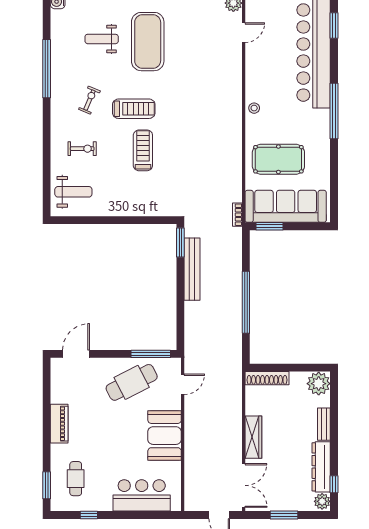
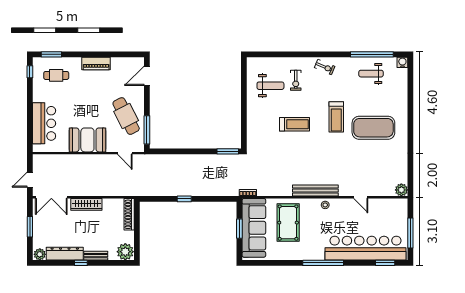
door: (244, 33) -> (361, 197), moved
weight bench: (102, 39) -> (371, 74), moved, turned -90
window: (47, 69) -> (372, 54), moved
exercise bike: (89, 100) -> (325, 67), moved
treadmill: (134, 109) -> (336, 117), moved
weight bench: (73, 192) -> (270, 86), moved, turned -90
window: (269, 226) -> (239, 229), moved
bench: (192, 269) -> (315, 191), moved
window: (246, 302) -> (184, 199), width x0.32
door: (76, 354) -> (147, 76), swing flipped
window: (334, 484) -> (81, 263), moved
window: (89, 515) -> (30, 72), moved

